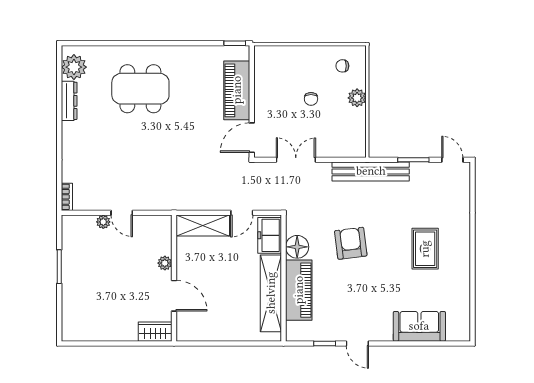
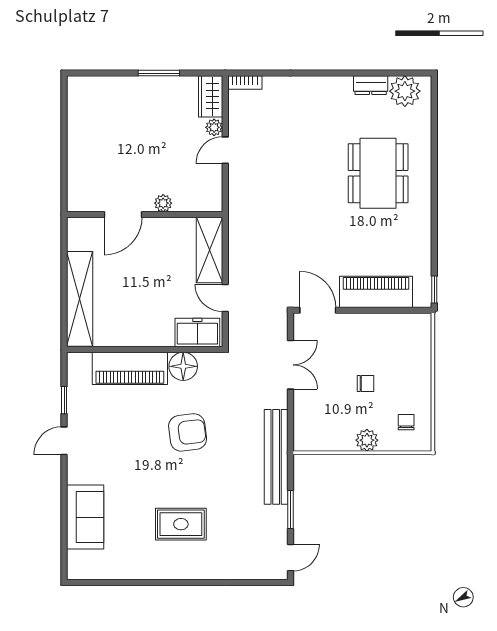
chair: (311, 99) -> (366, 383), turned 180
dresser: (69, 101) -> (371, 85), width x0.70
shelving: (271, 293) -> (80, 299), moved, turned 90
wardrobe: (155, 332) -> (211, 96), moved, turned 180

